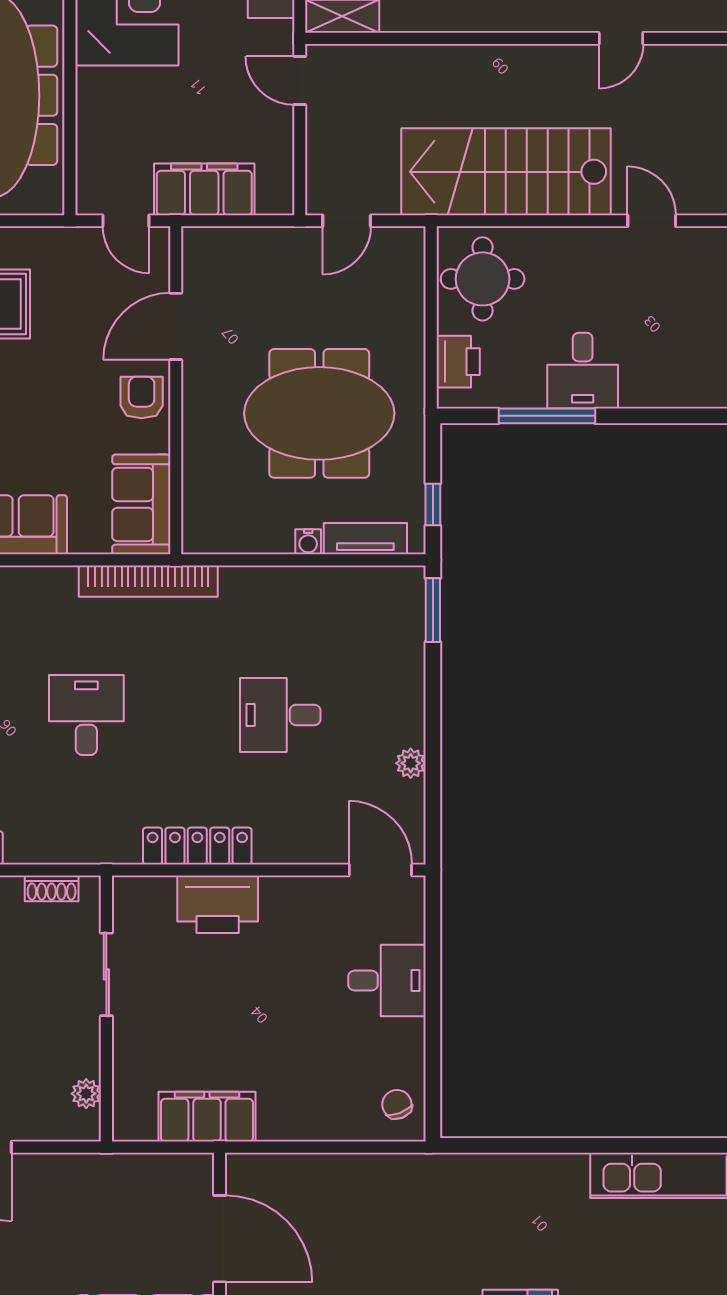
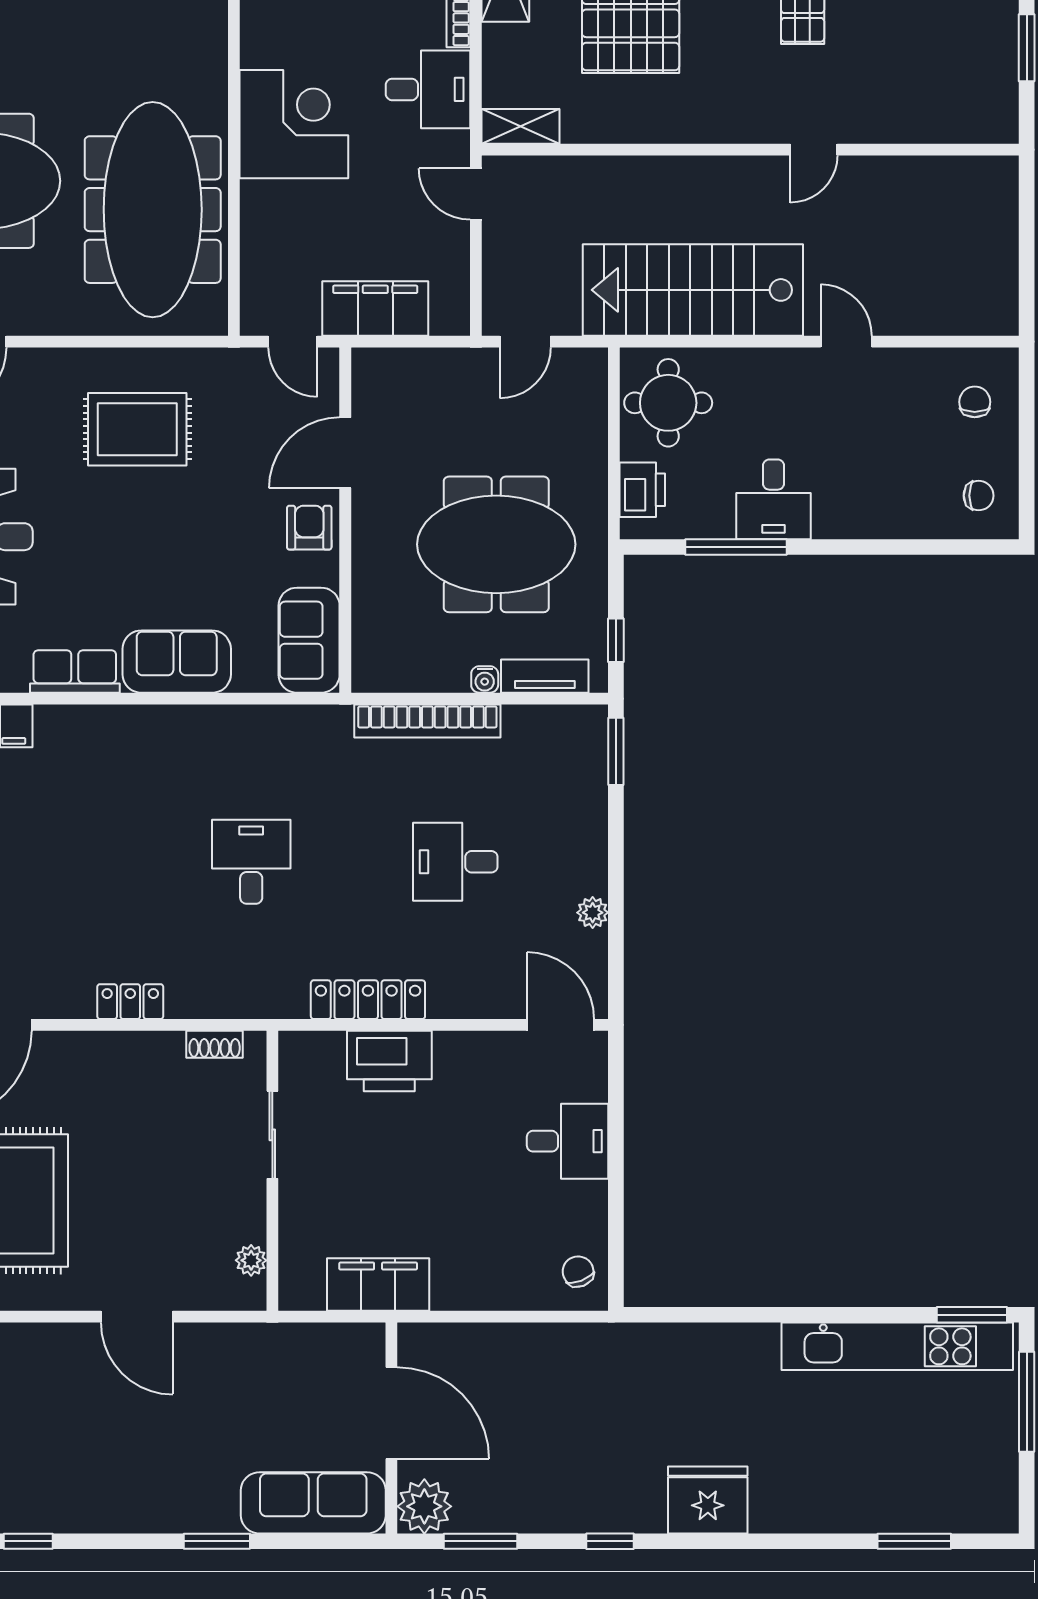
bookcase: (148, 581) -> (427, 721), moved

